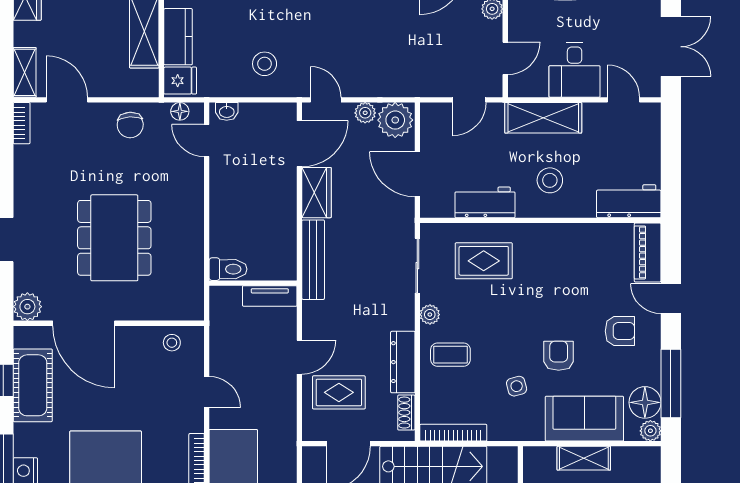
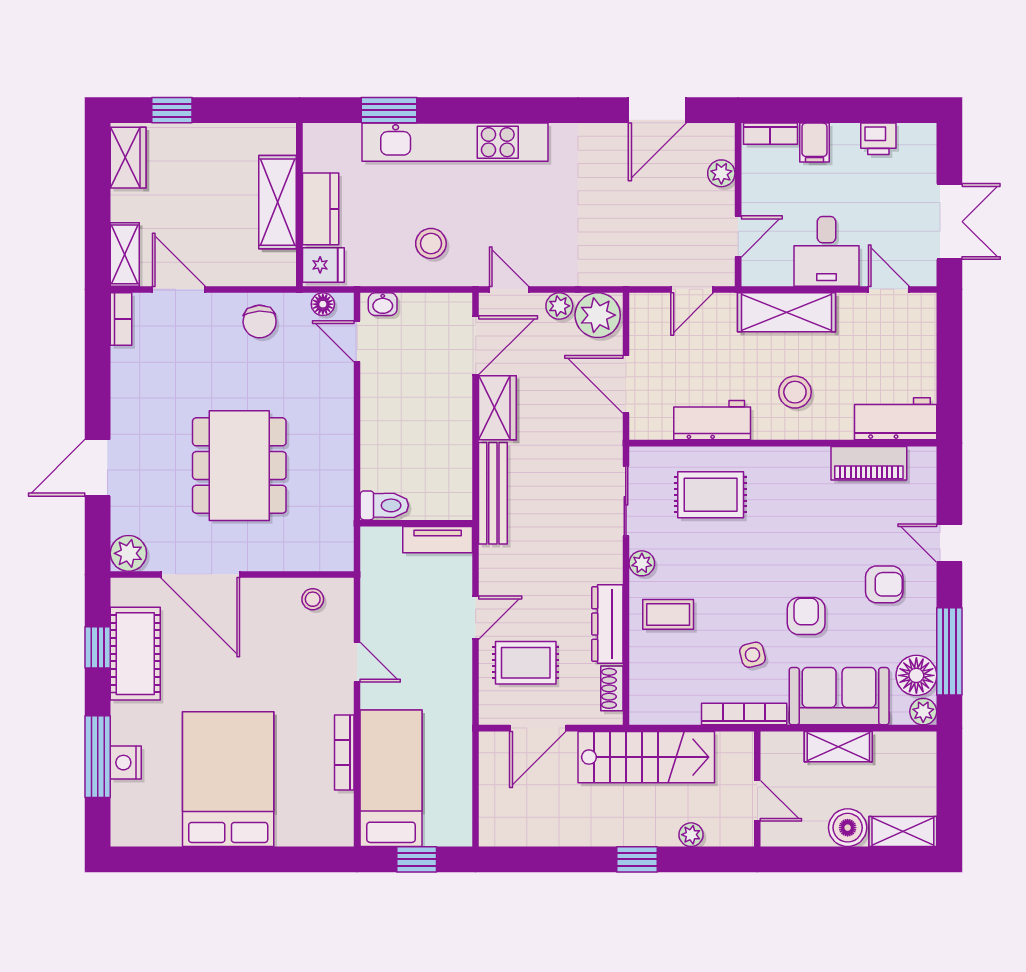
piano: (648, 252) -> (869, 463), moved, turned -90
bookcase: (453, 433) -> (744, 714), moved

